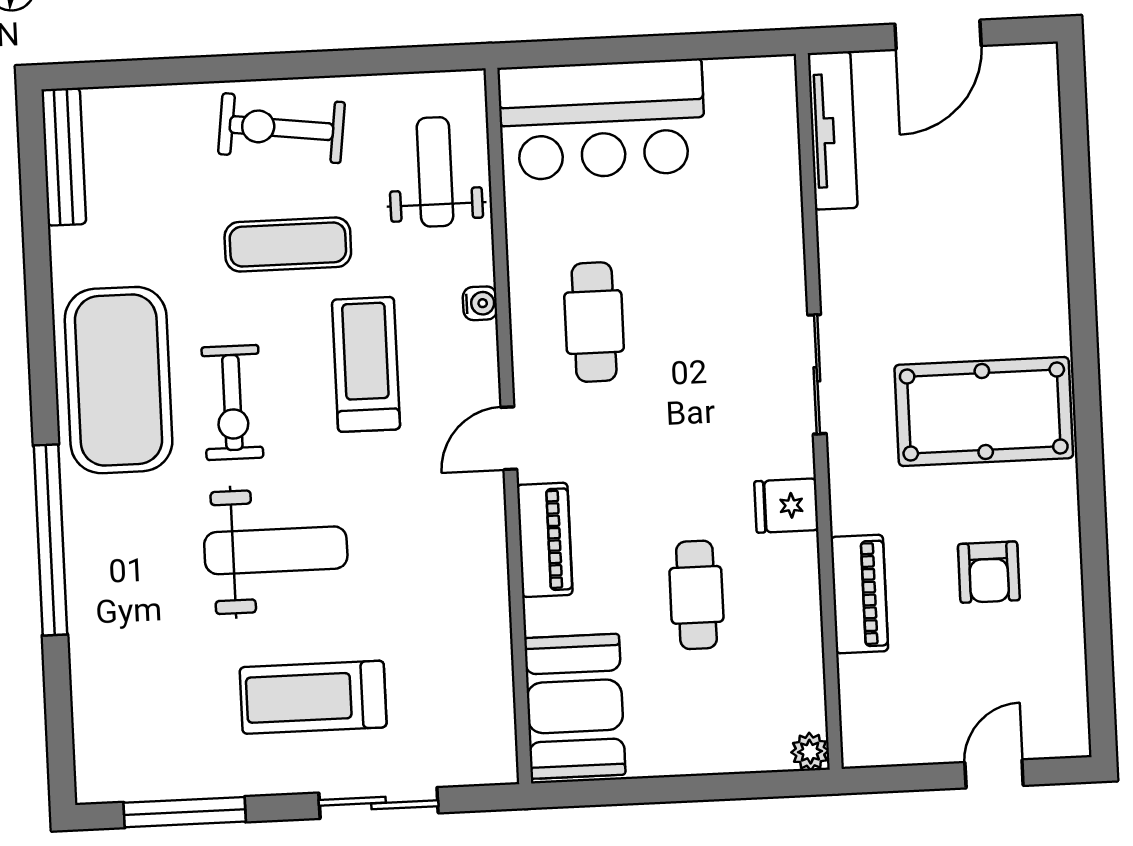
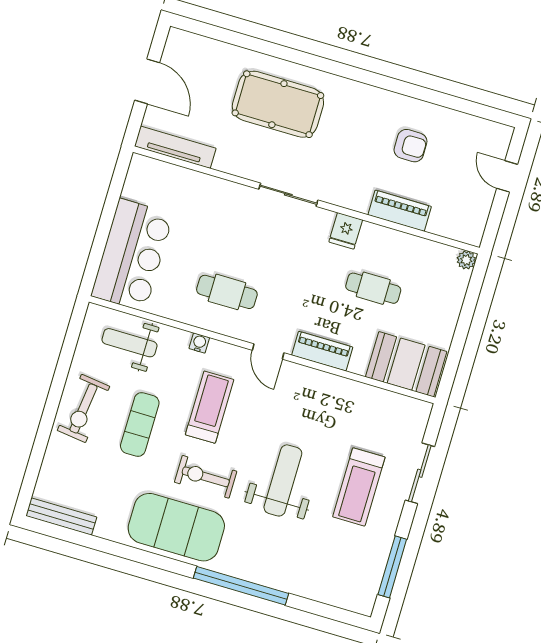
treadmill: (366, 364) -> (210, 407), turned 90
exercise bike: (232, 403) -> (206, 477), turned 180
pool table: (984, 412) -> (278, 104), moved, turned 90

